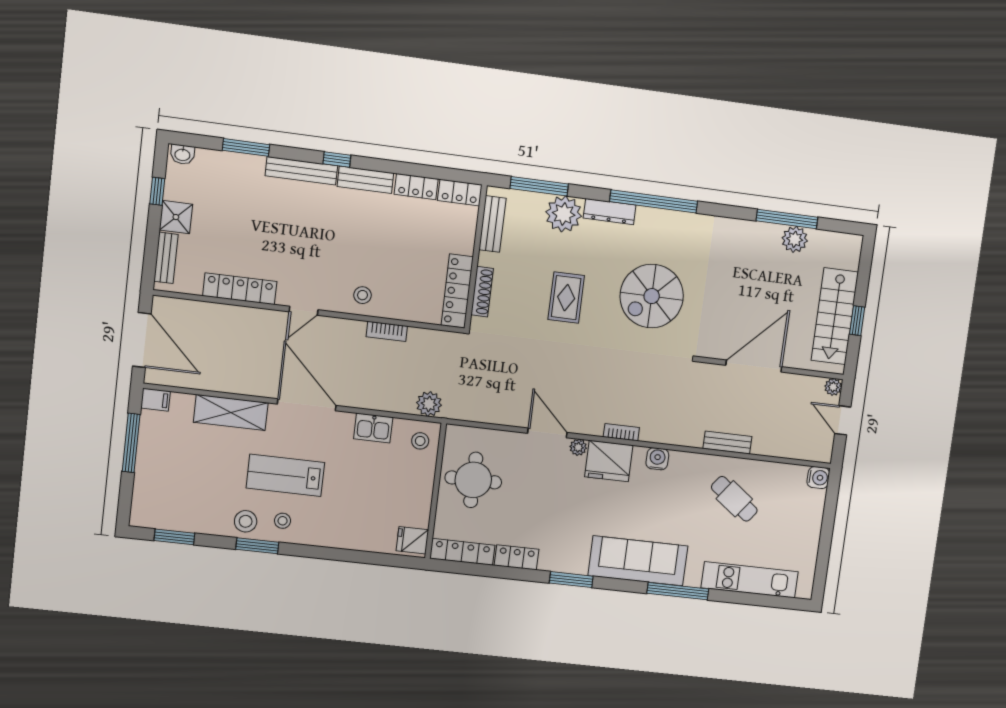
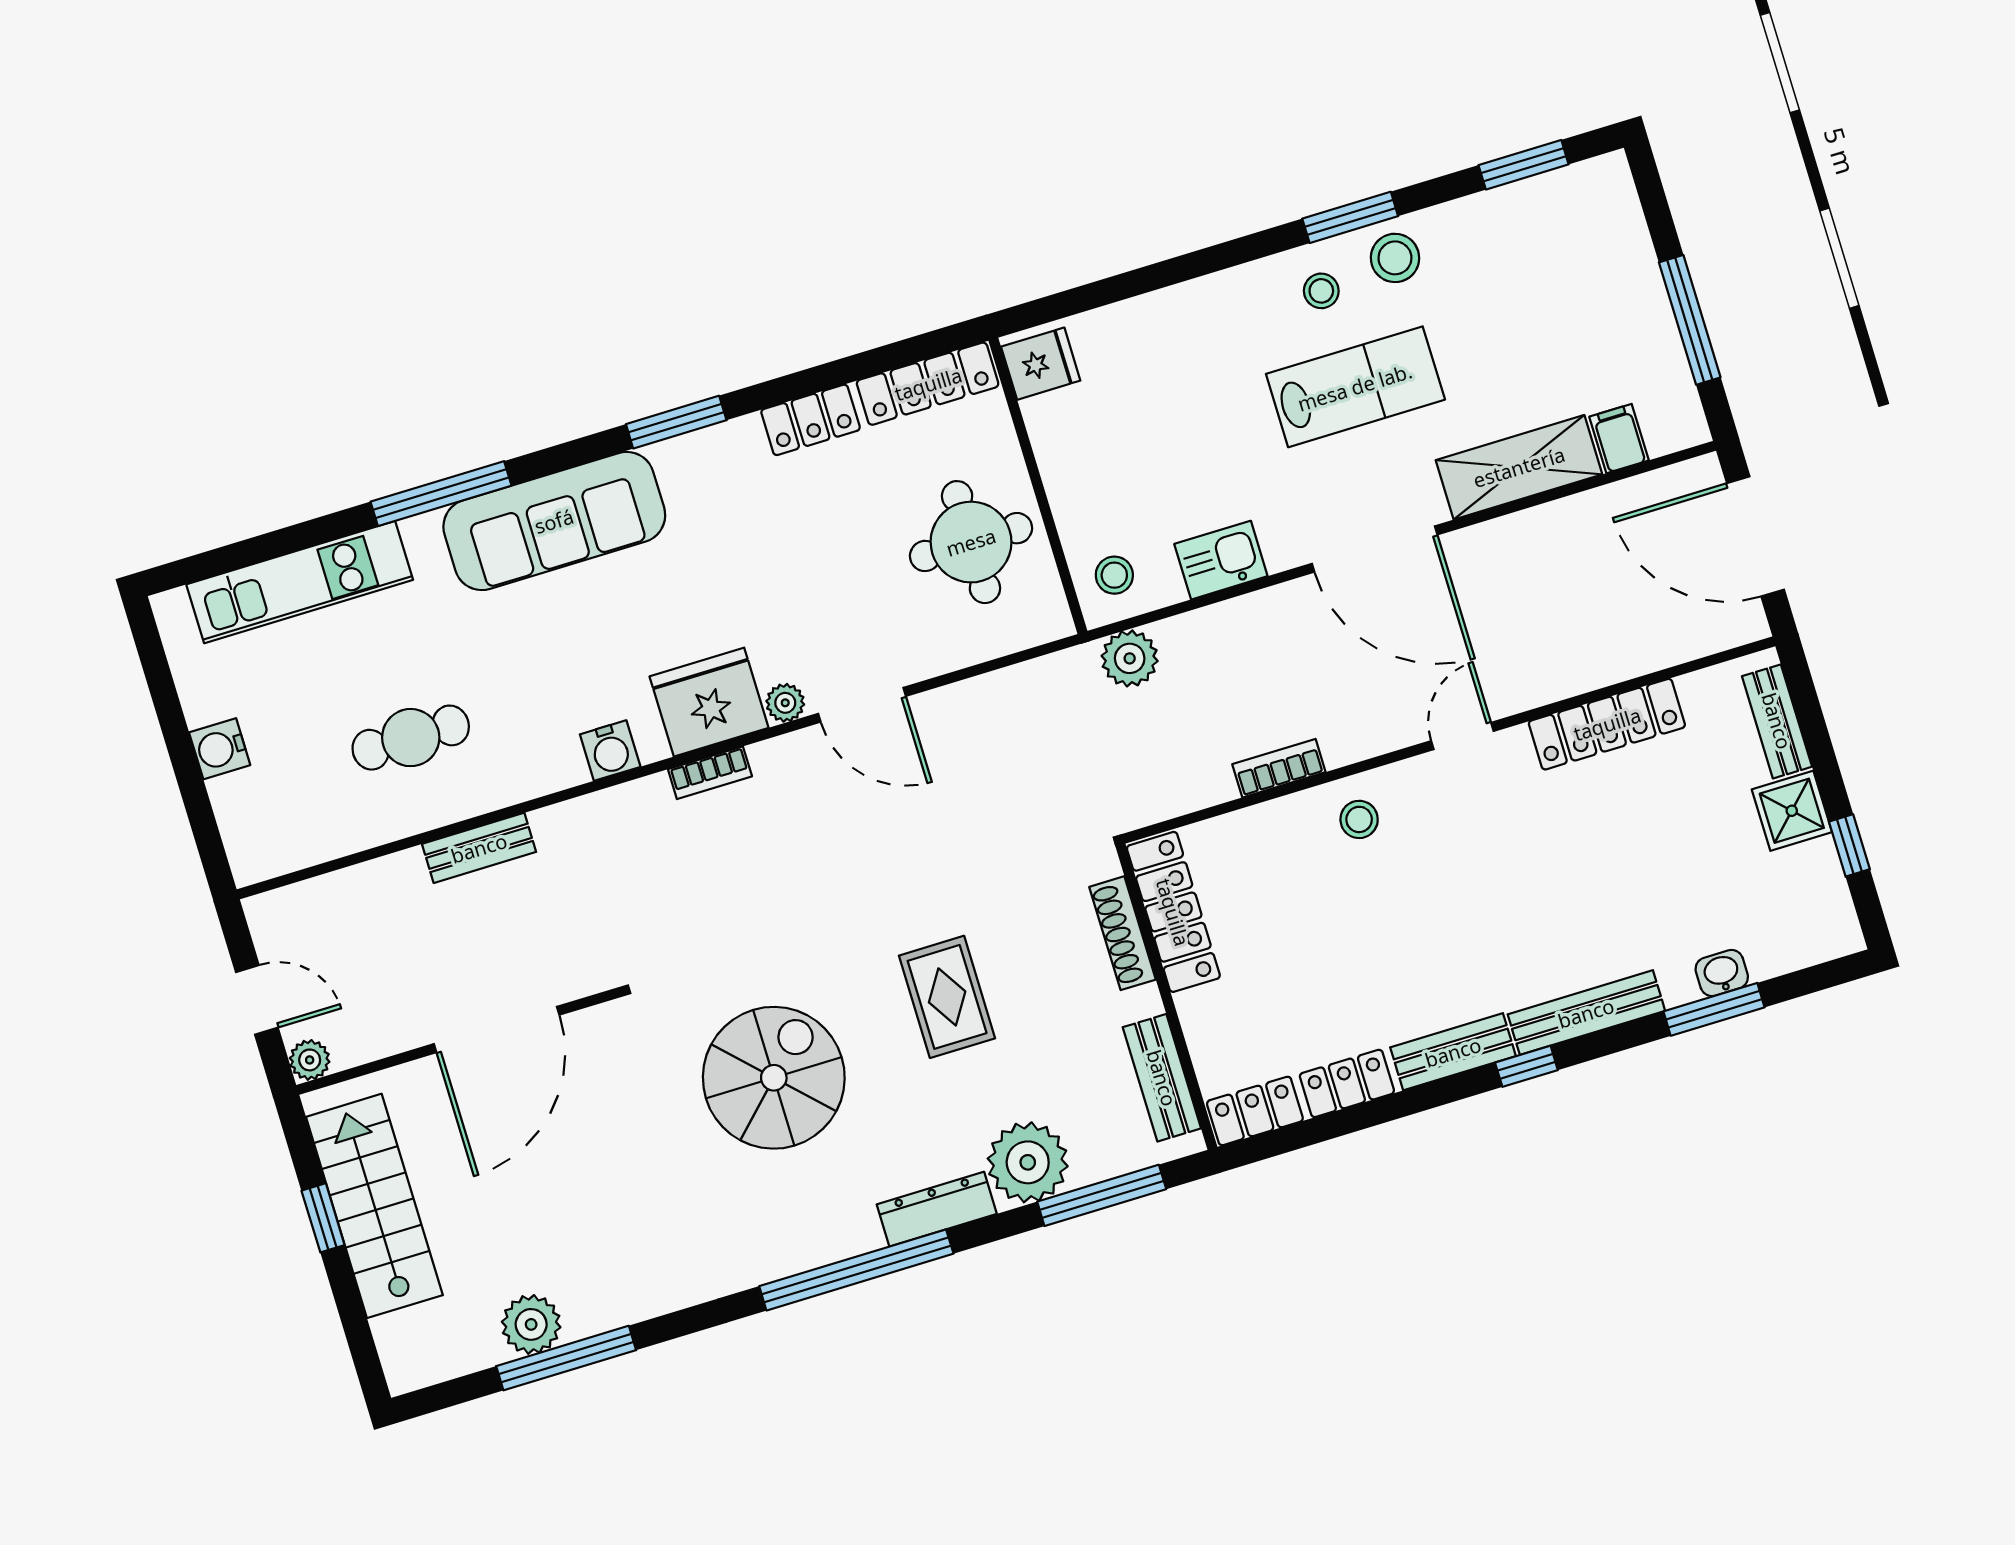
washbasin: (182, 154) -> (1722, 973), moved
filing cabinet: (155, 400) -> (1619, 439), moved, turned 90
water cooler: (818, 478) -> (220, 749), moved
cafe table: (734, 499) -> (411, 738), turned -37

